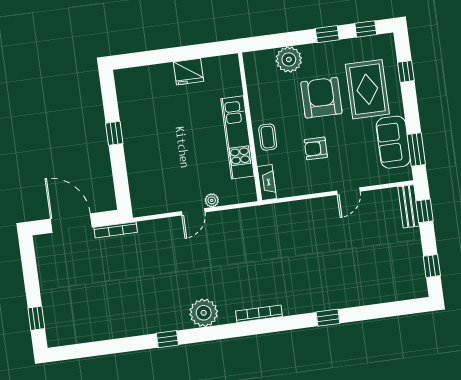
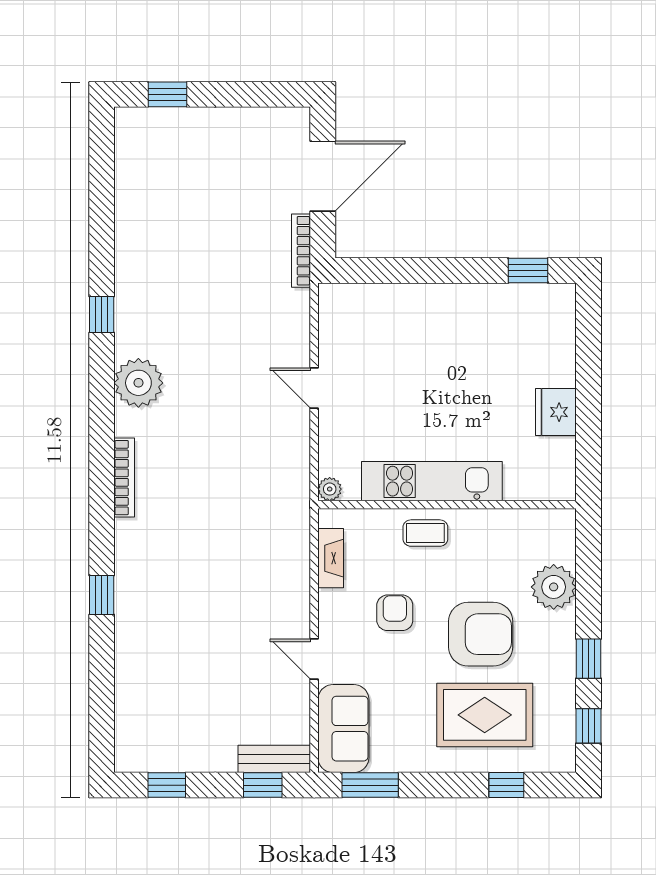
window: (114, 133) -> (528, 270), moved
sofa: (393, 142) -> (343, 729), moved, turned 90
fireplace: (267, 182) -> (331, 558), moved, turned -90
plant: (212, 200) -> (330, 489), moved

